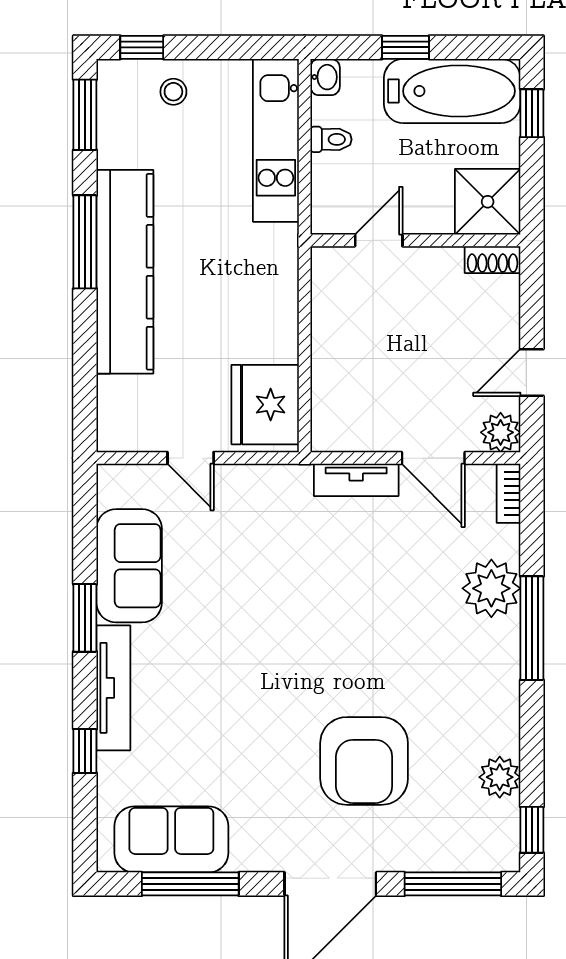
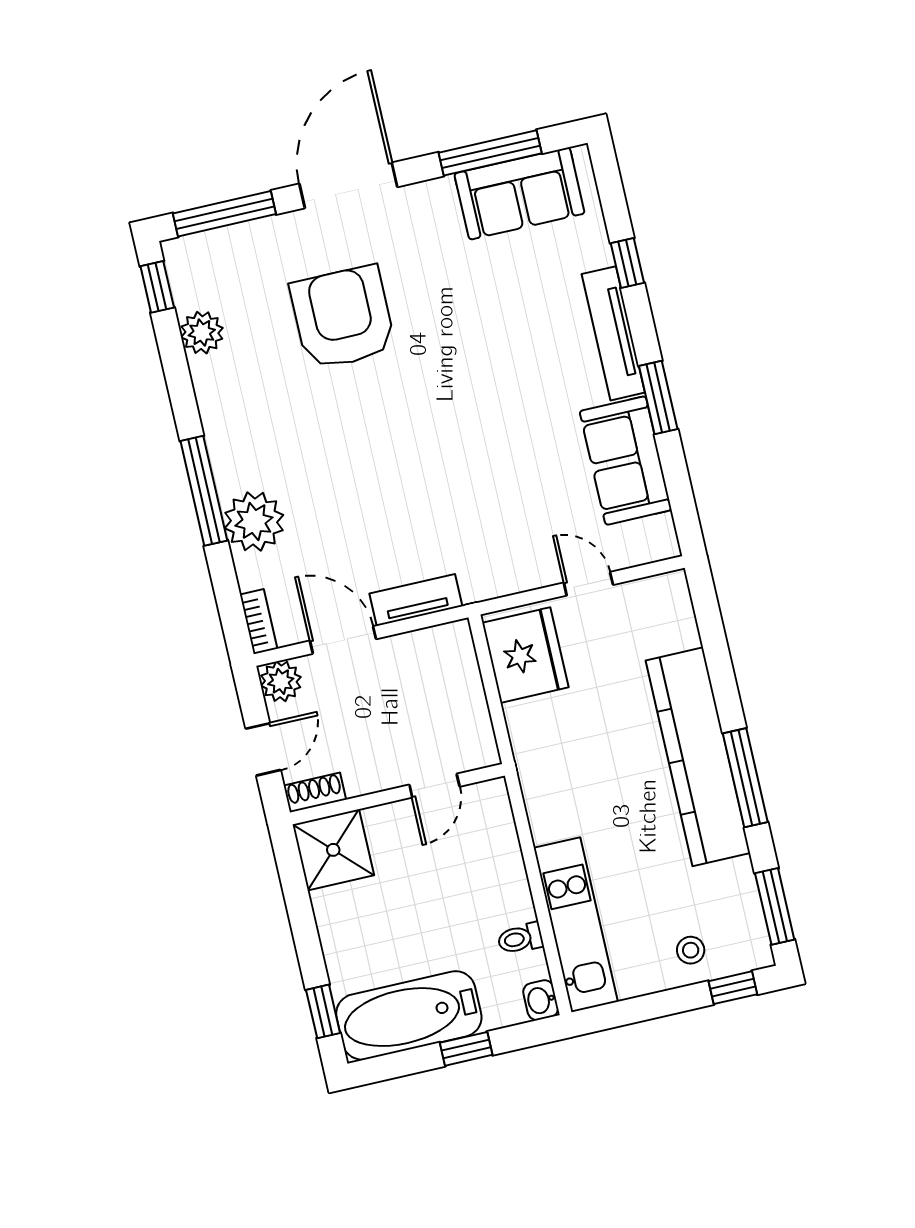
shower: (488, 202) -> (333, 850), moved
door: (379, 240) -> (434, 786), moved
wall: (415, 240) -> (397, 794), moved
shoe rack: (493, 260) -> (315, 793), moved

